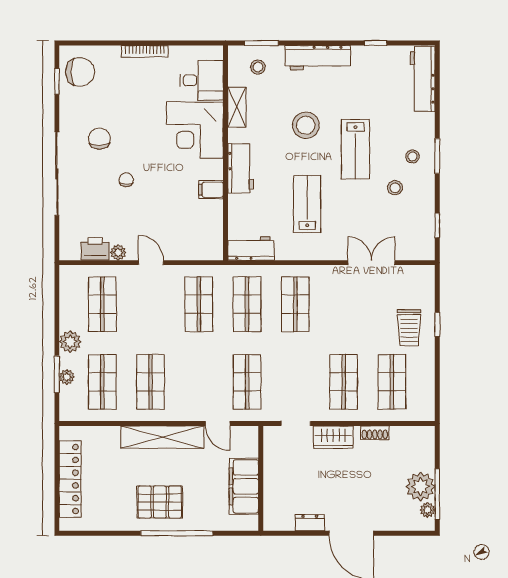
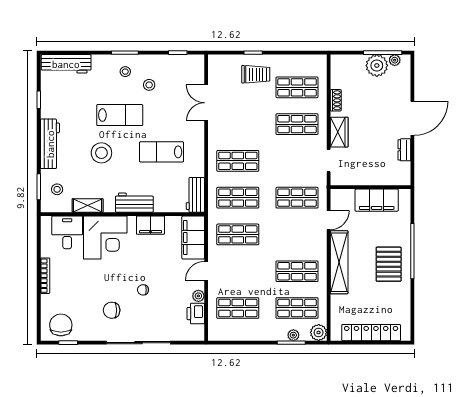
filing cabinet: (211, 190) -> (150, 225), width x2.00
filing cabinet: (195, 246) -> (193, 237), added
plant: (70, 342) -> (319, 332), moved

